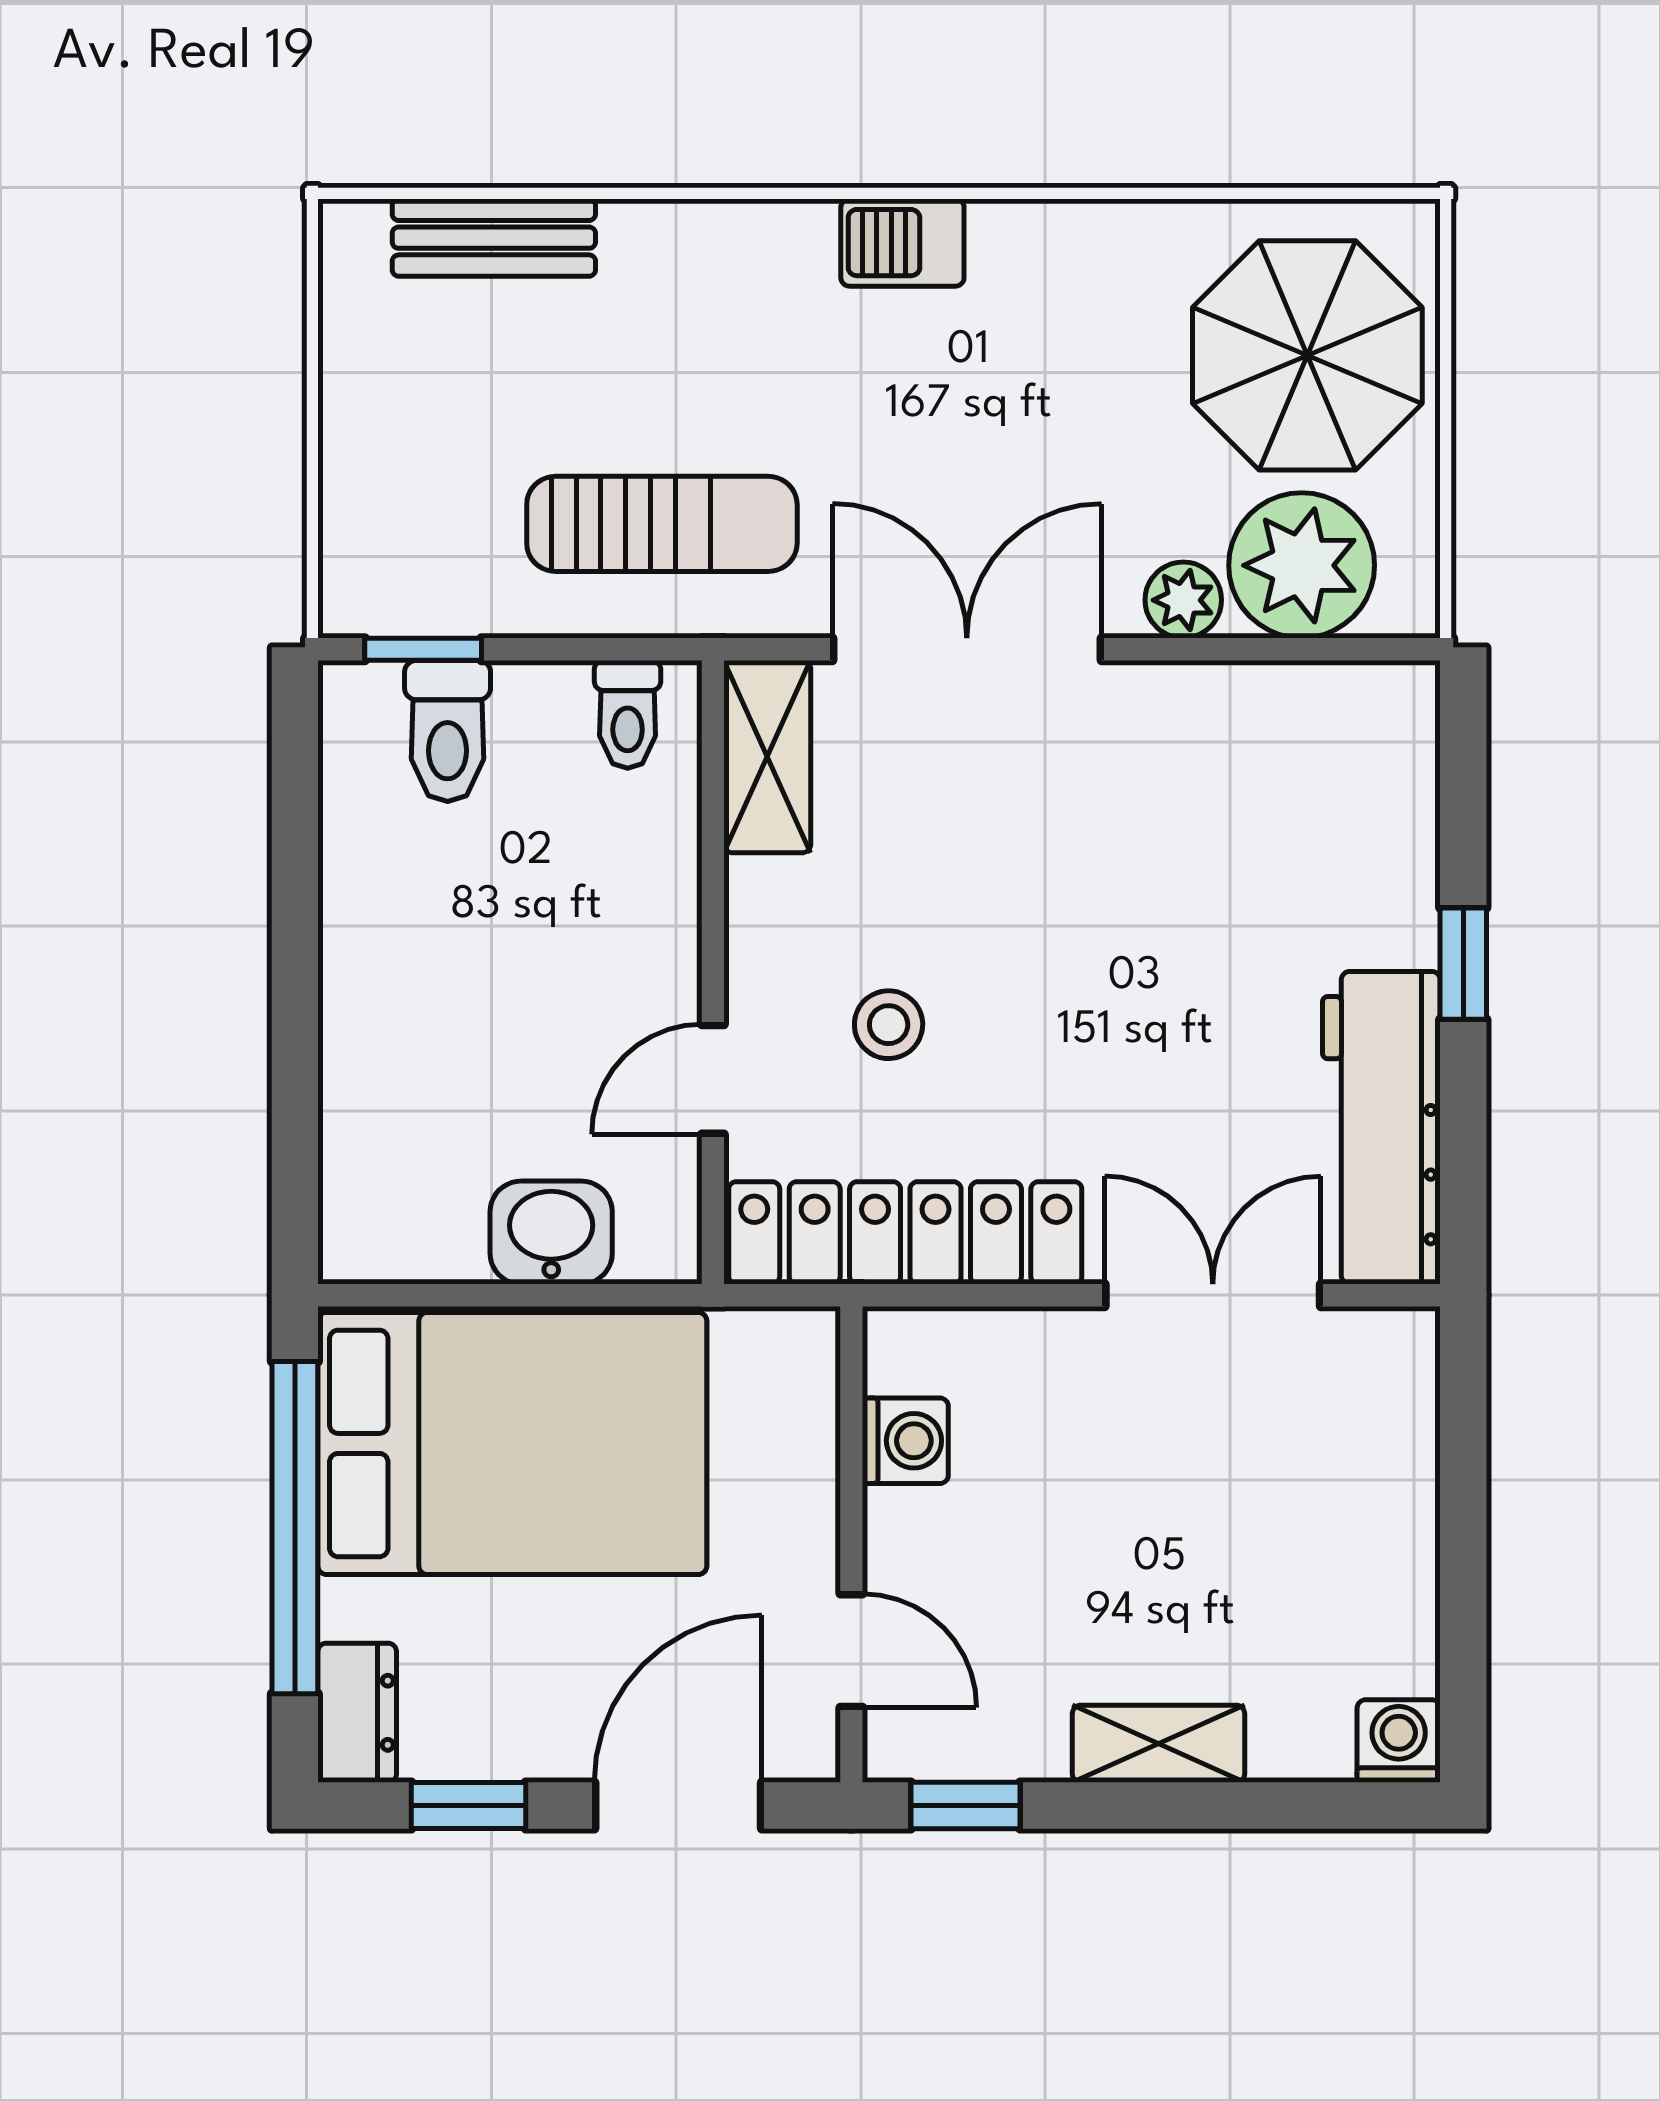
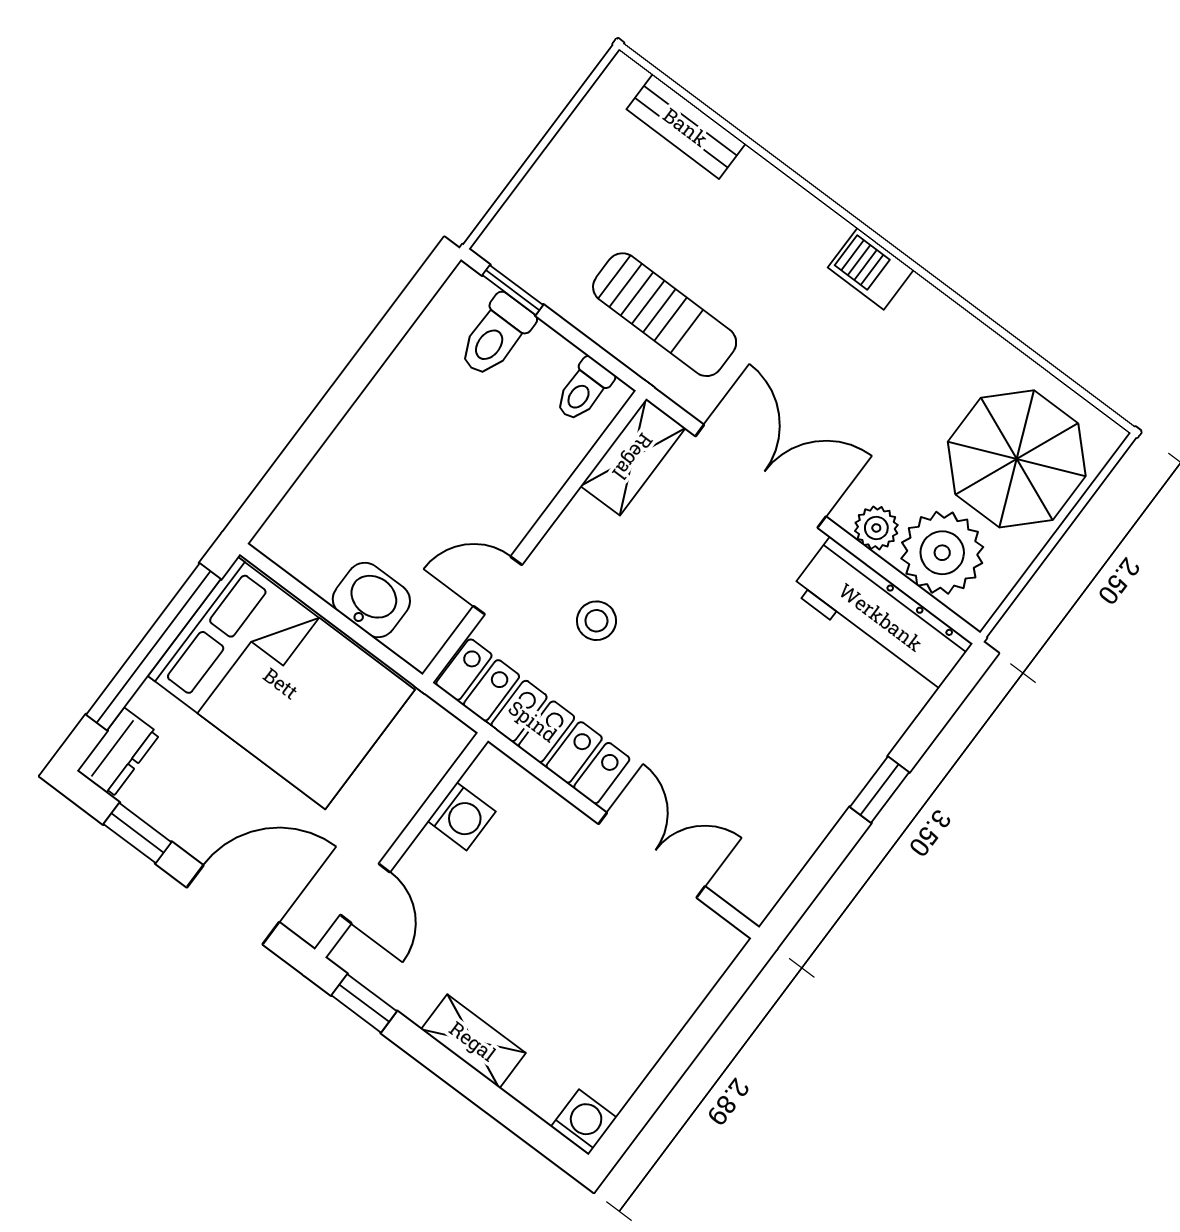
workbench: (1381, 1128) -> (881, 617), moved, turned -90

